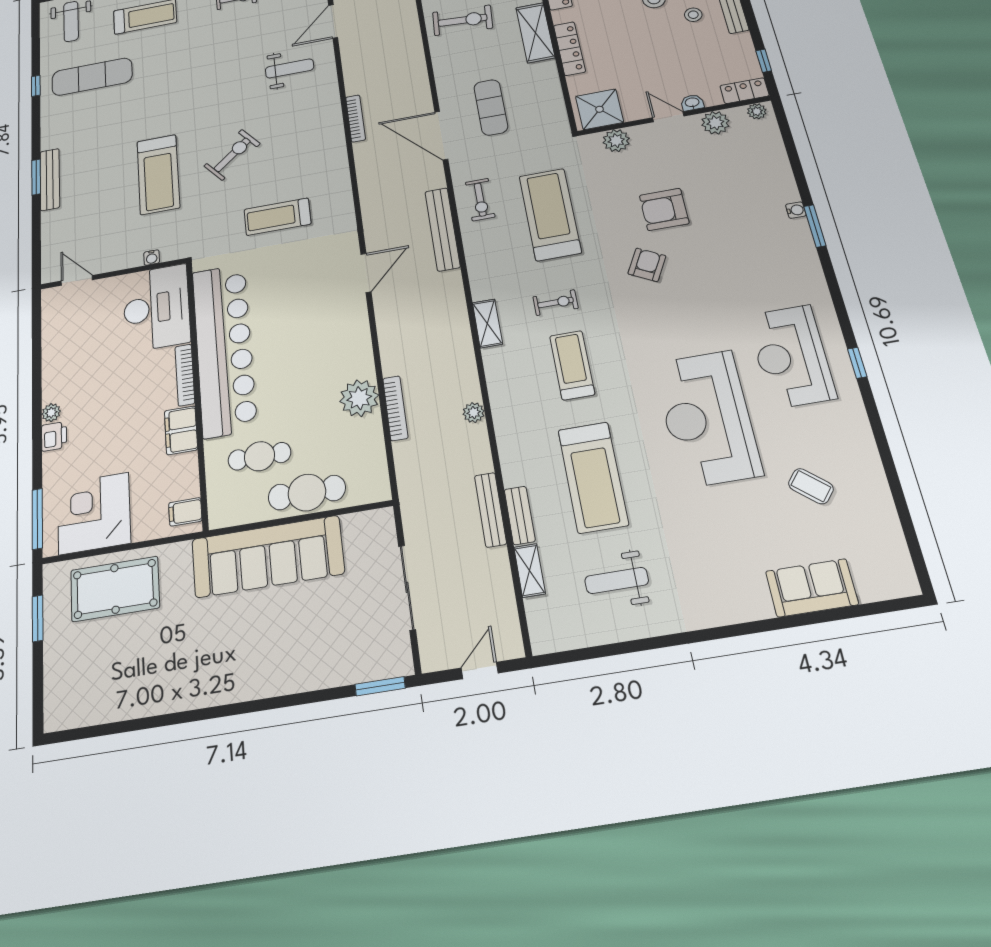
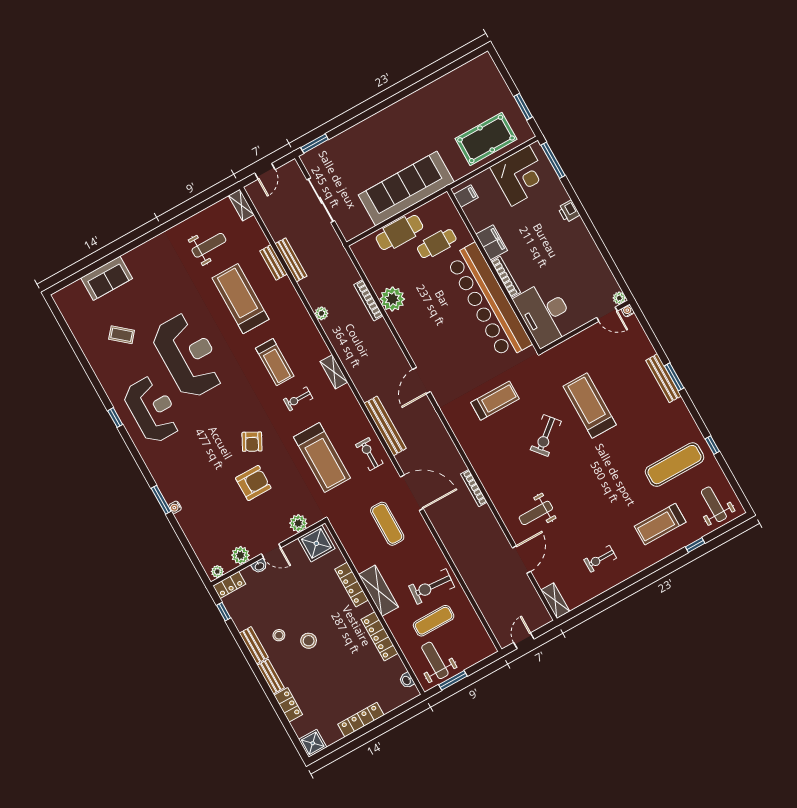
water cooler: (152, 258) -> (628, 311), moved
plant: (51, 413) -> (619, 298), moved
shelving: (530, 570) -> (241, 205), moved

